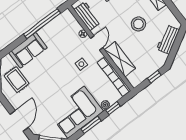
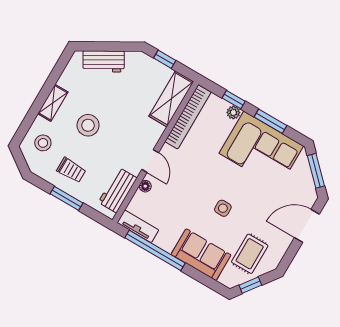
tv unit: (61, 19) -> (138, 226), added
stool: (138, 24) -> (88, 125), moved
door: (97, 43) -> (150, 161), swing flipped
shelving: (120, 59) -> (171, 99), moved
side table: (81, 64) -> (223, 208), moved

